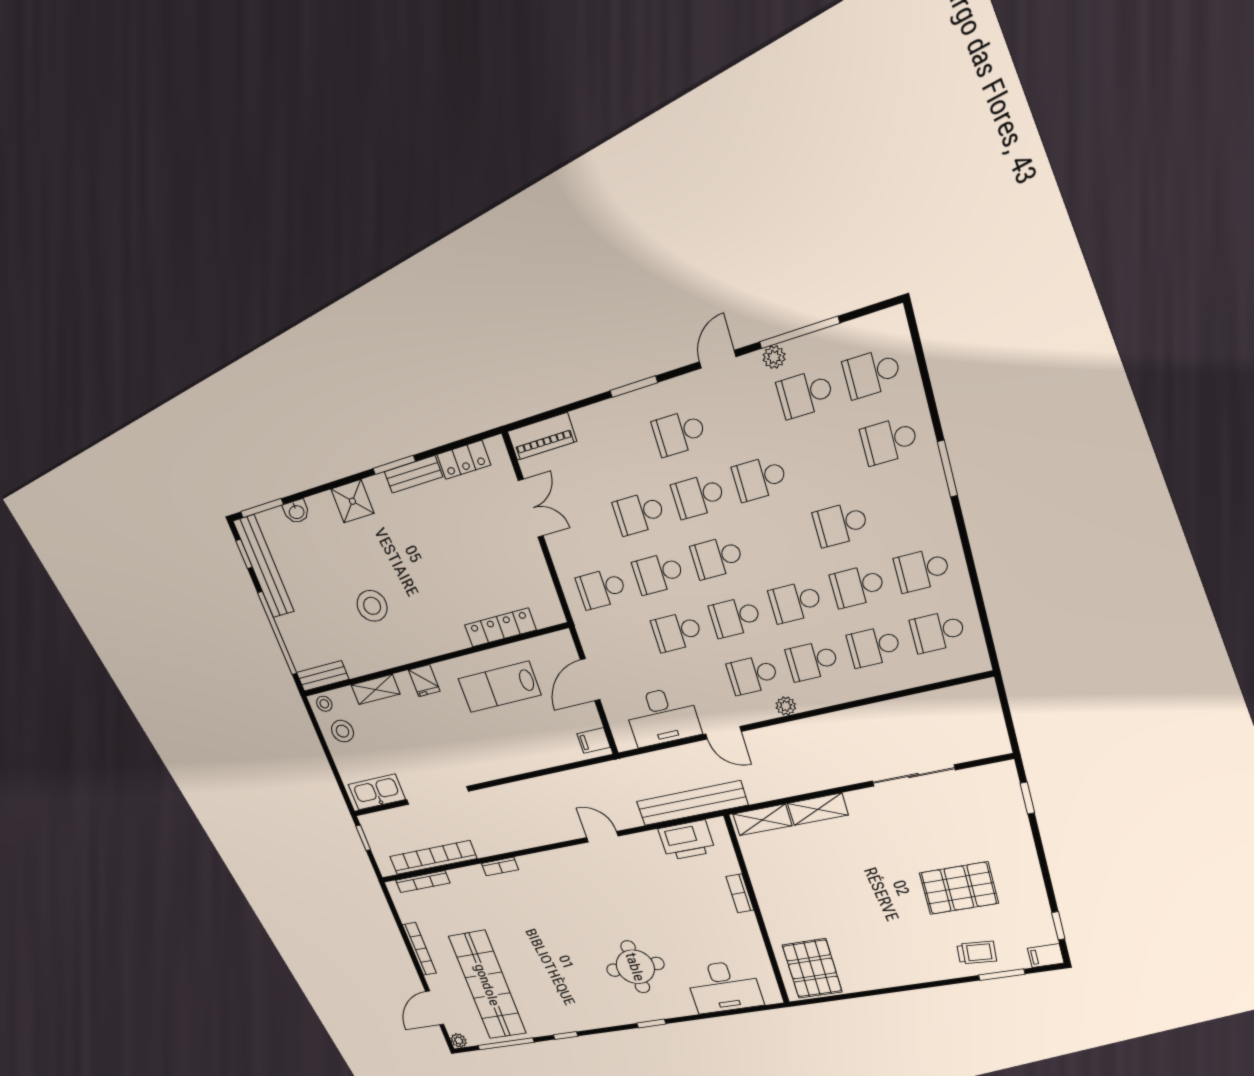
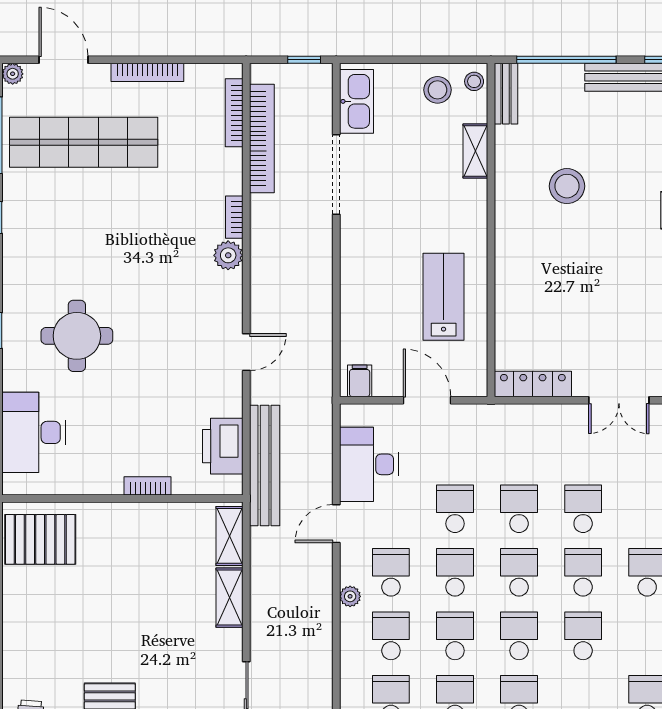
school desk: (601, 589) -> (519, 636), moved
locker: (500, 627) -> (533, 384), moved, turned -90
fridge: (424, 681) -> (471, 213), removed
plant: (531, 865) -> (228, 255), added

